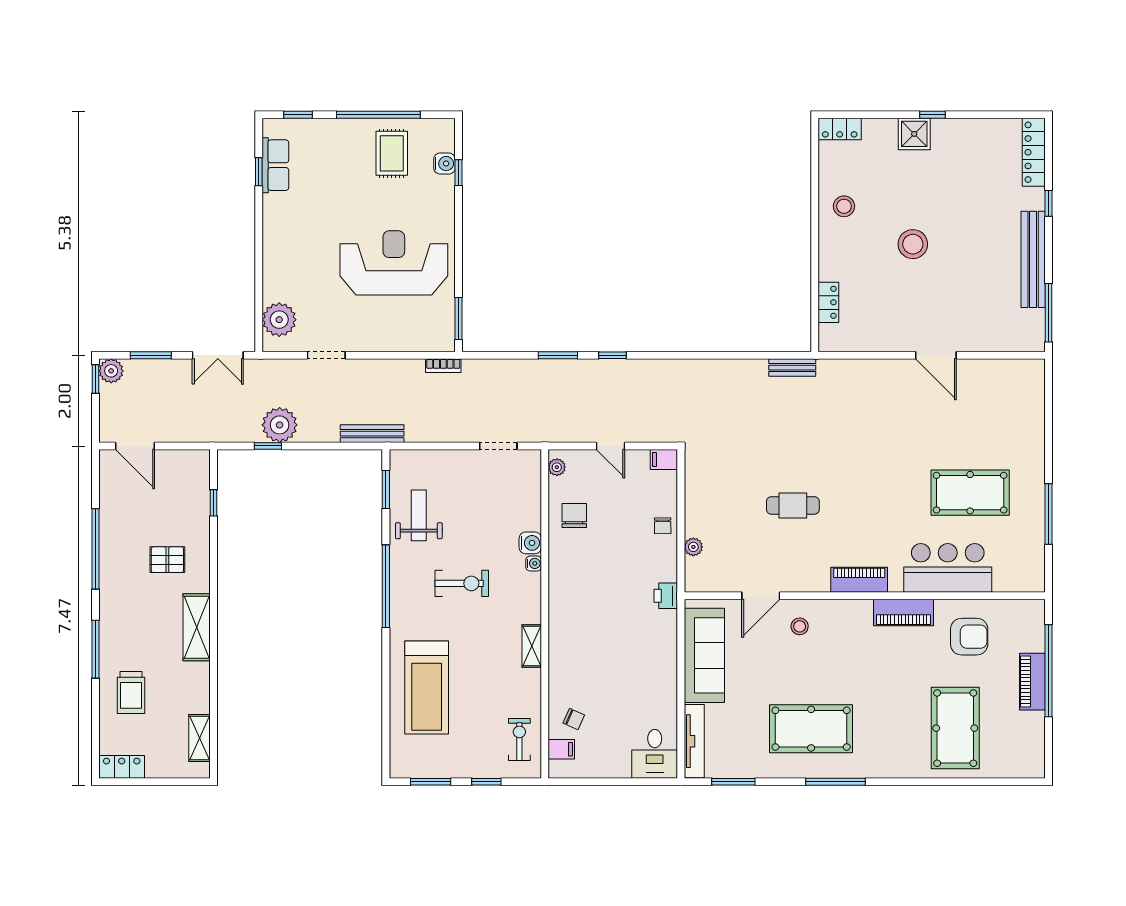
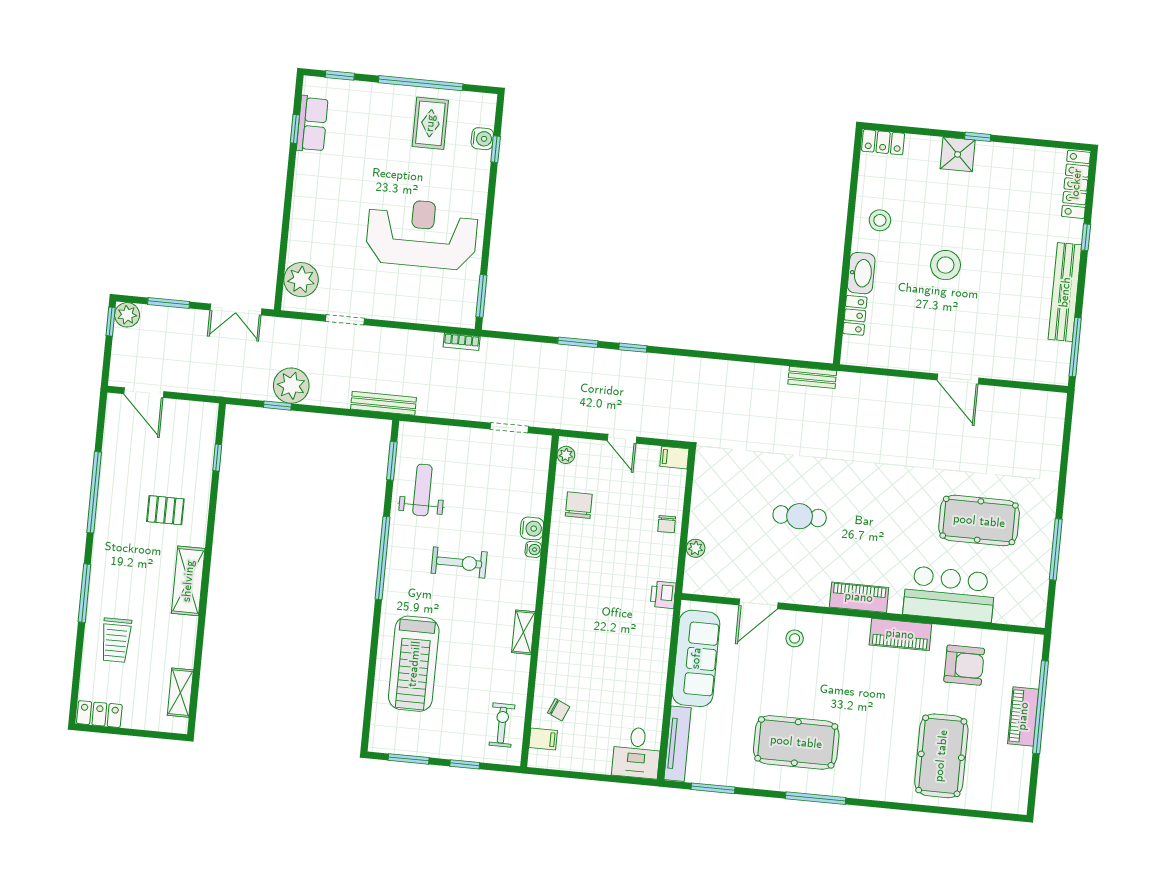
washbasin: (830, 260) -> (861, 273), added

